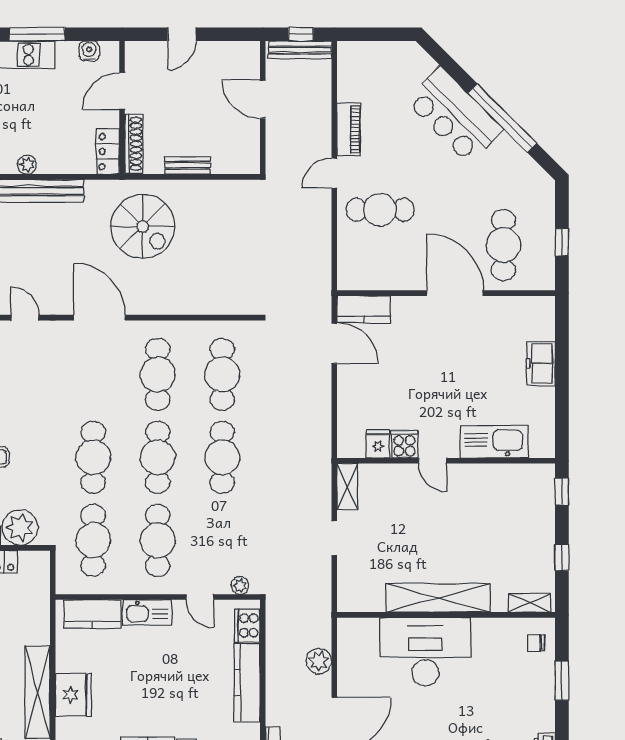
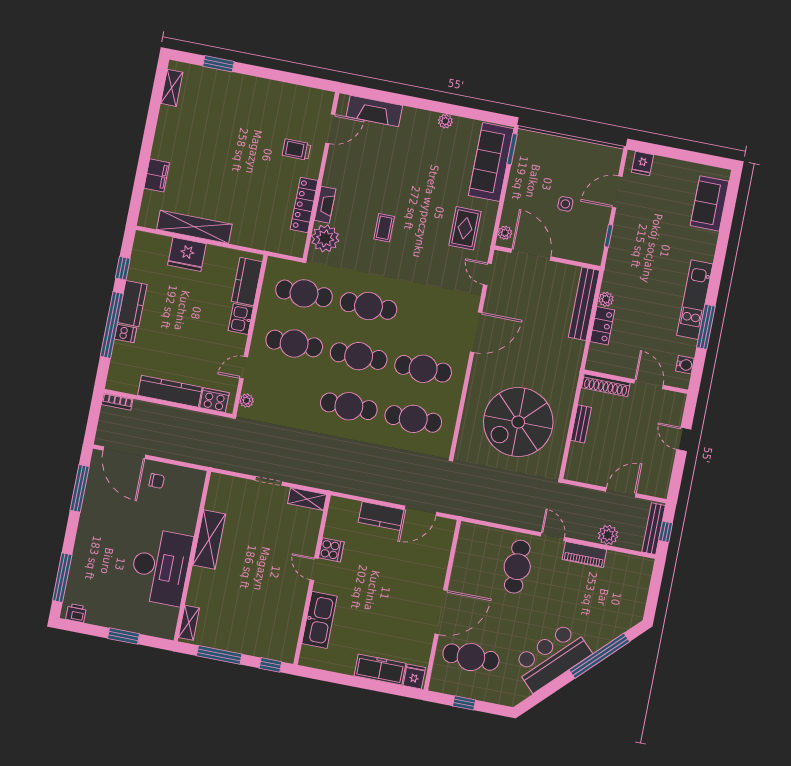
bar counter: (454, 115) -> (552, 657), moved
window: (502, 118) -> (599, 656), moved
locker: (108, 152) -> (602, 326), moved, turned 90
spiral stairs: (143, 226) -> (518, 422), moved, width x1.37, depth x1.37
kitchen counter: (364, 309) -> (381, 516), moved, turned -90
door: (25, 318) -> (487, 274), swing flipped
freezer: (541, 363) -> (380, 670), width x1.40
fridge: (378, 444) -> (414, 676), moved, turned -90
door: (433, 461) -> (314, 569), hinge flipped
window: (562, 557) -> (219, 655), width x2.17
shelving: (438, 598) -> (209, 540), width x0.68
kitchen sink: (147, 612) -> (241, 319), width x0.73
chair: (536, 643) -> (157, 481), moved, turned 91
desk: (425, 652) -> (161, 567), moved
plant: (319, 661) -> (608, 535), moved

